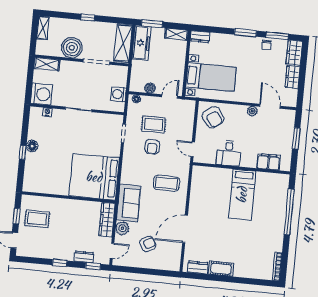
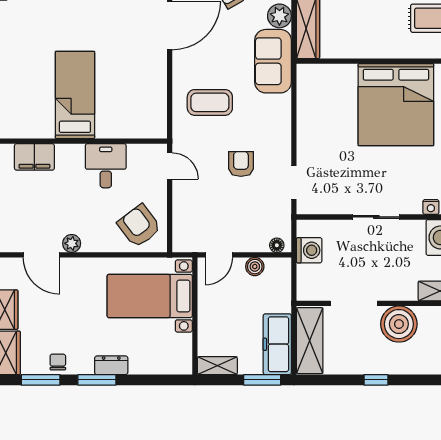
dresser: (200, 37) -> (111, 365), moved
rug: (154, 124) -> (242, 203), removed
bed: (94, 177) -> (396, 105), moved, turned 90

